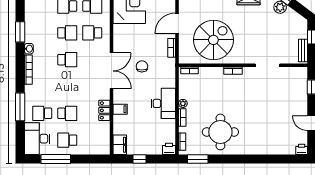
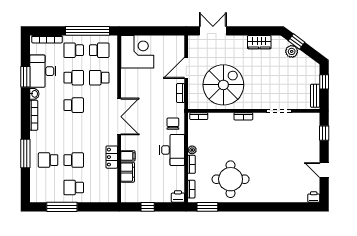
chair: (142, 66) -> (173, 124), moved
desk: (37, 139) -> (43, 71), moved
filing cabinet: (120, 145) -> (128, 172), moved

